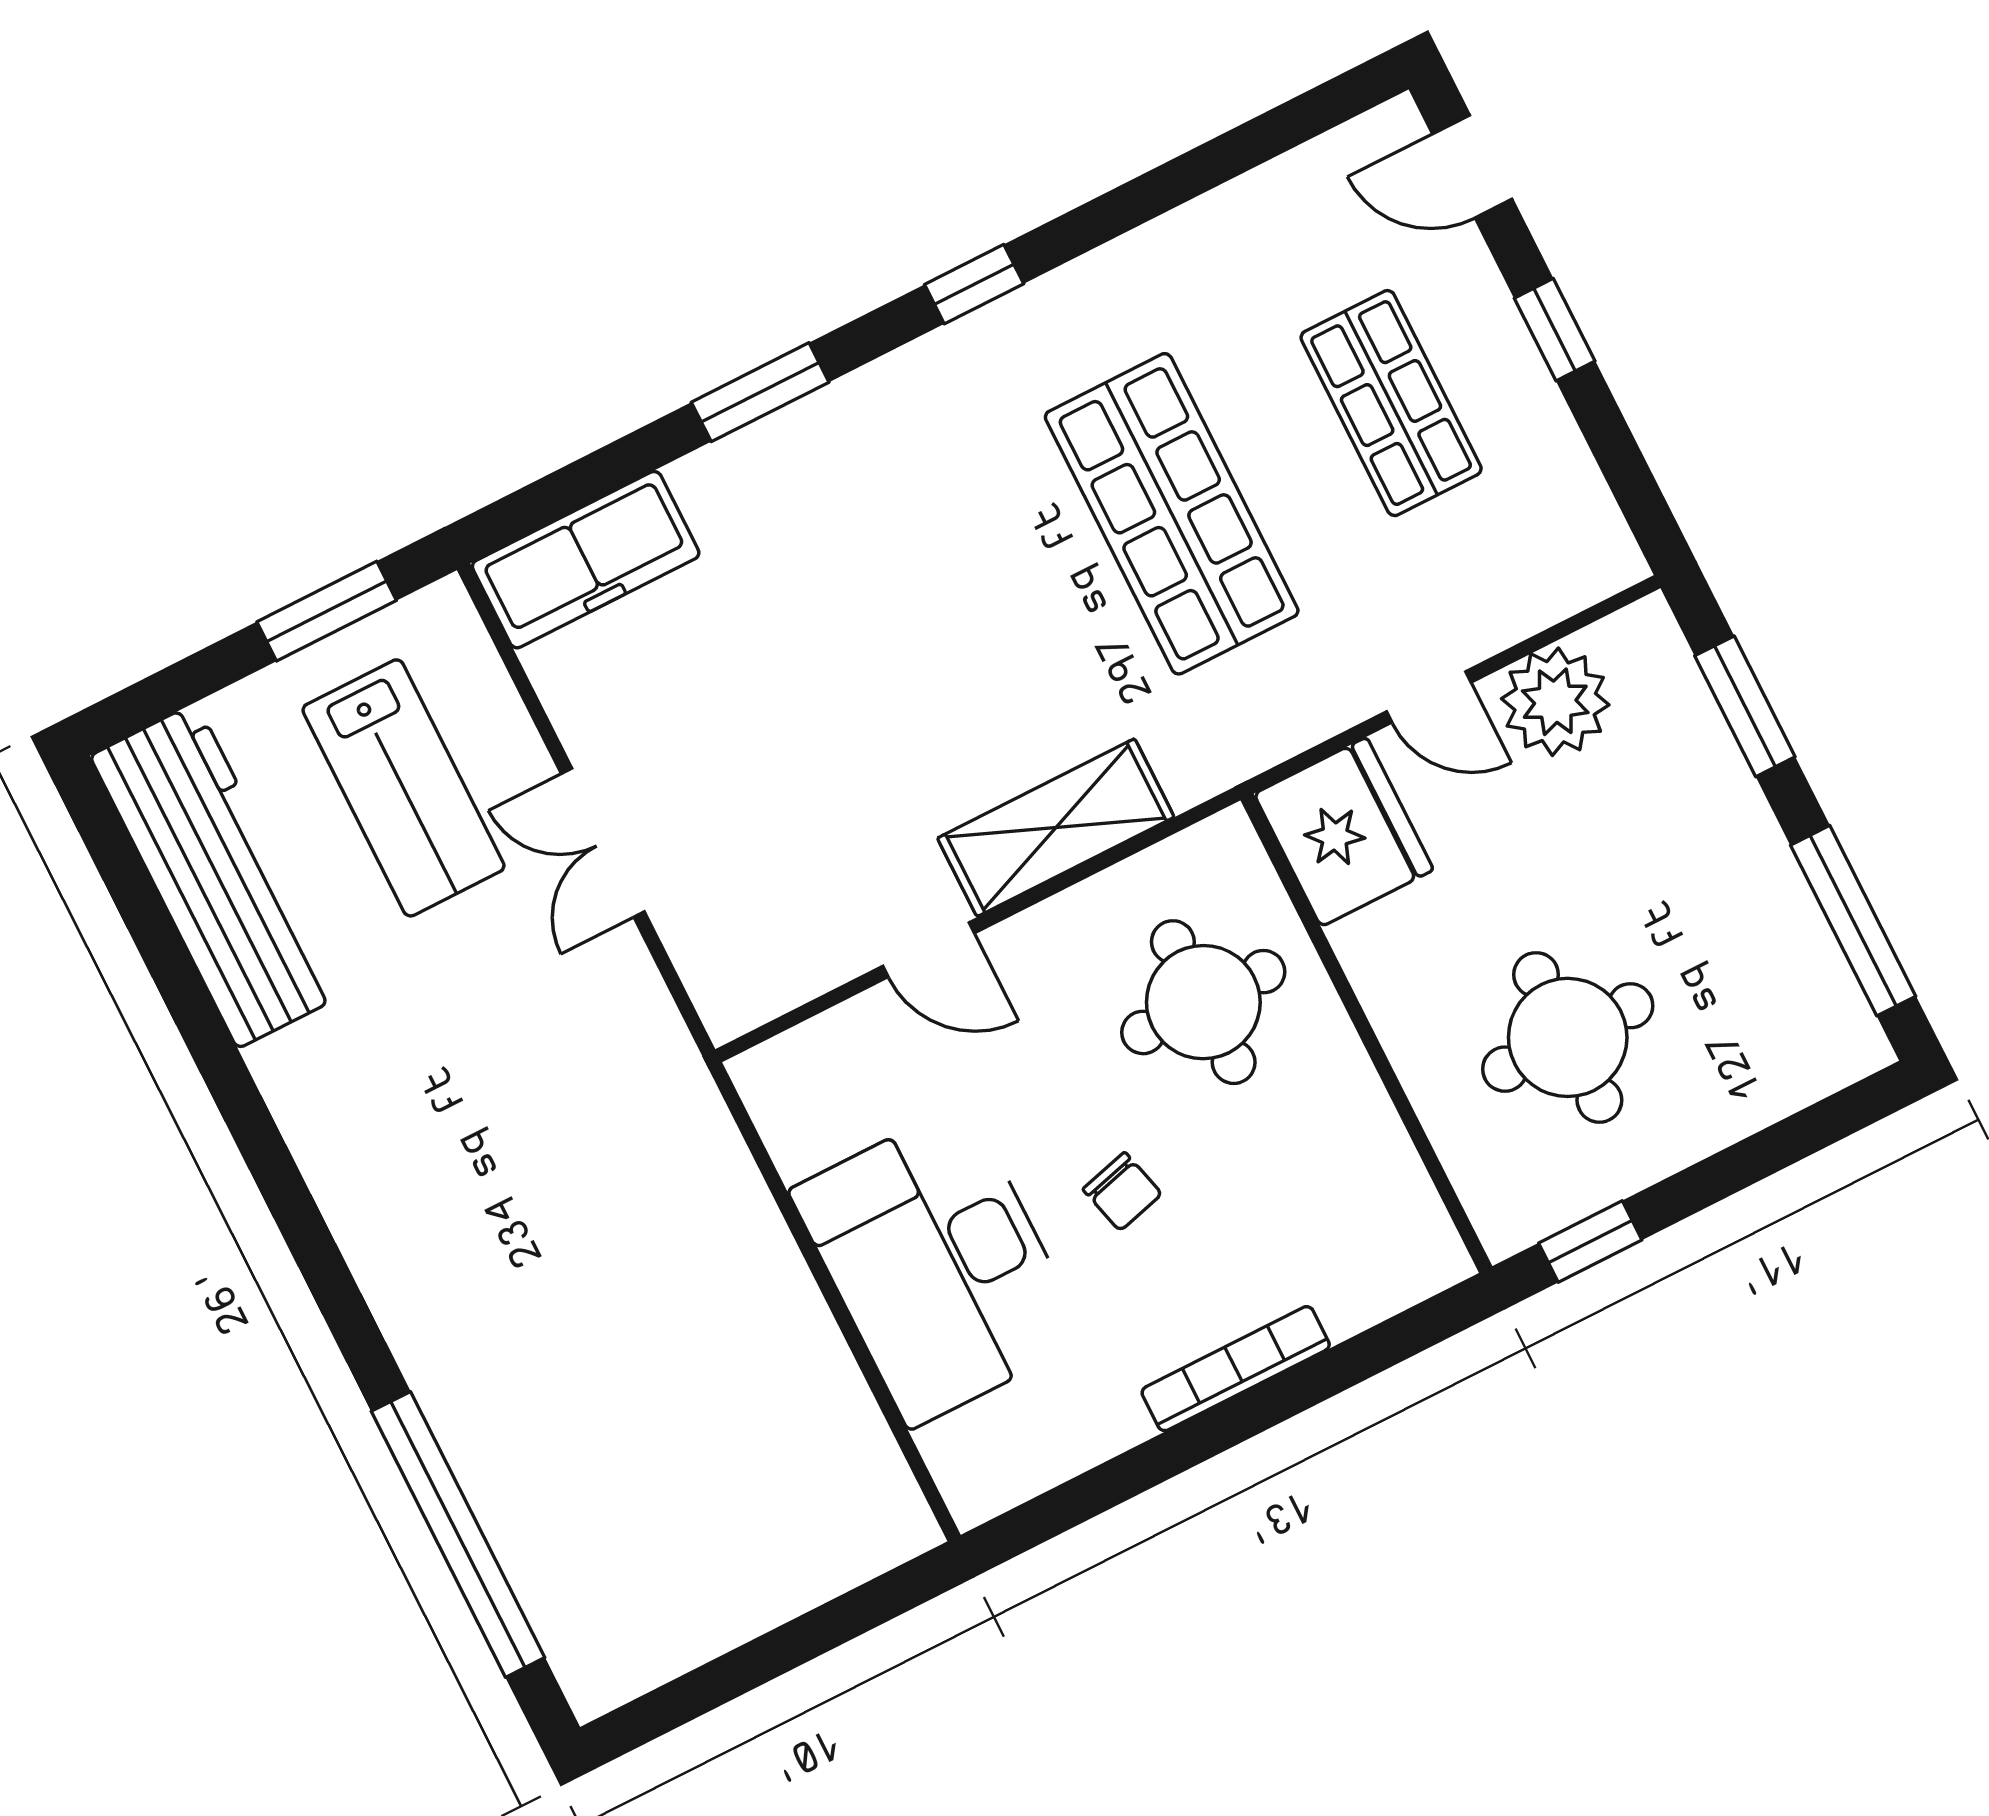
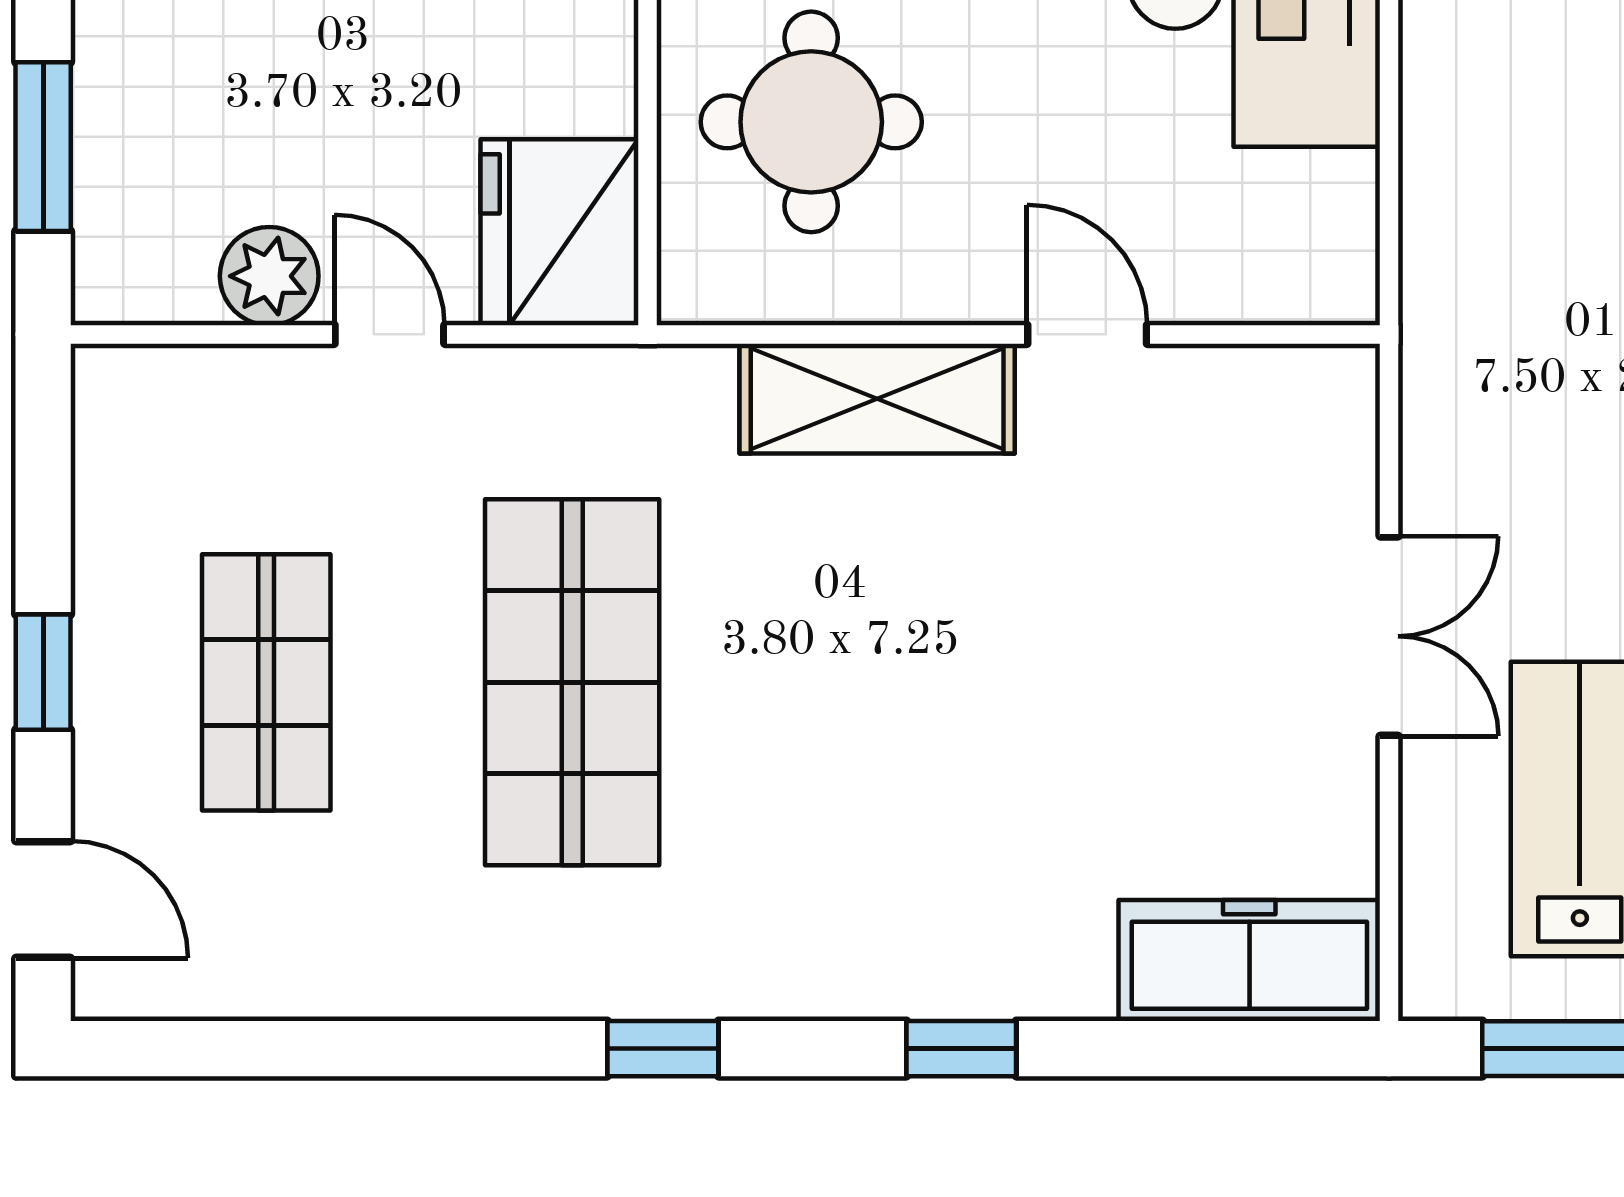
window: (760, 392) -> (961, 1049), width x0.67
plant: (1555, 702) -> (269, 276), width x0.73, depth x0.73

